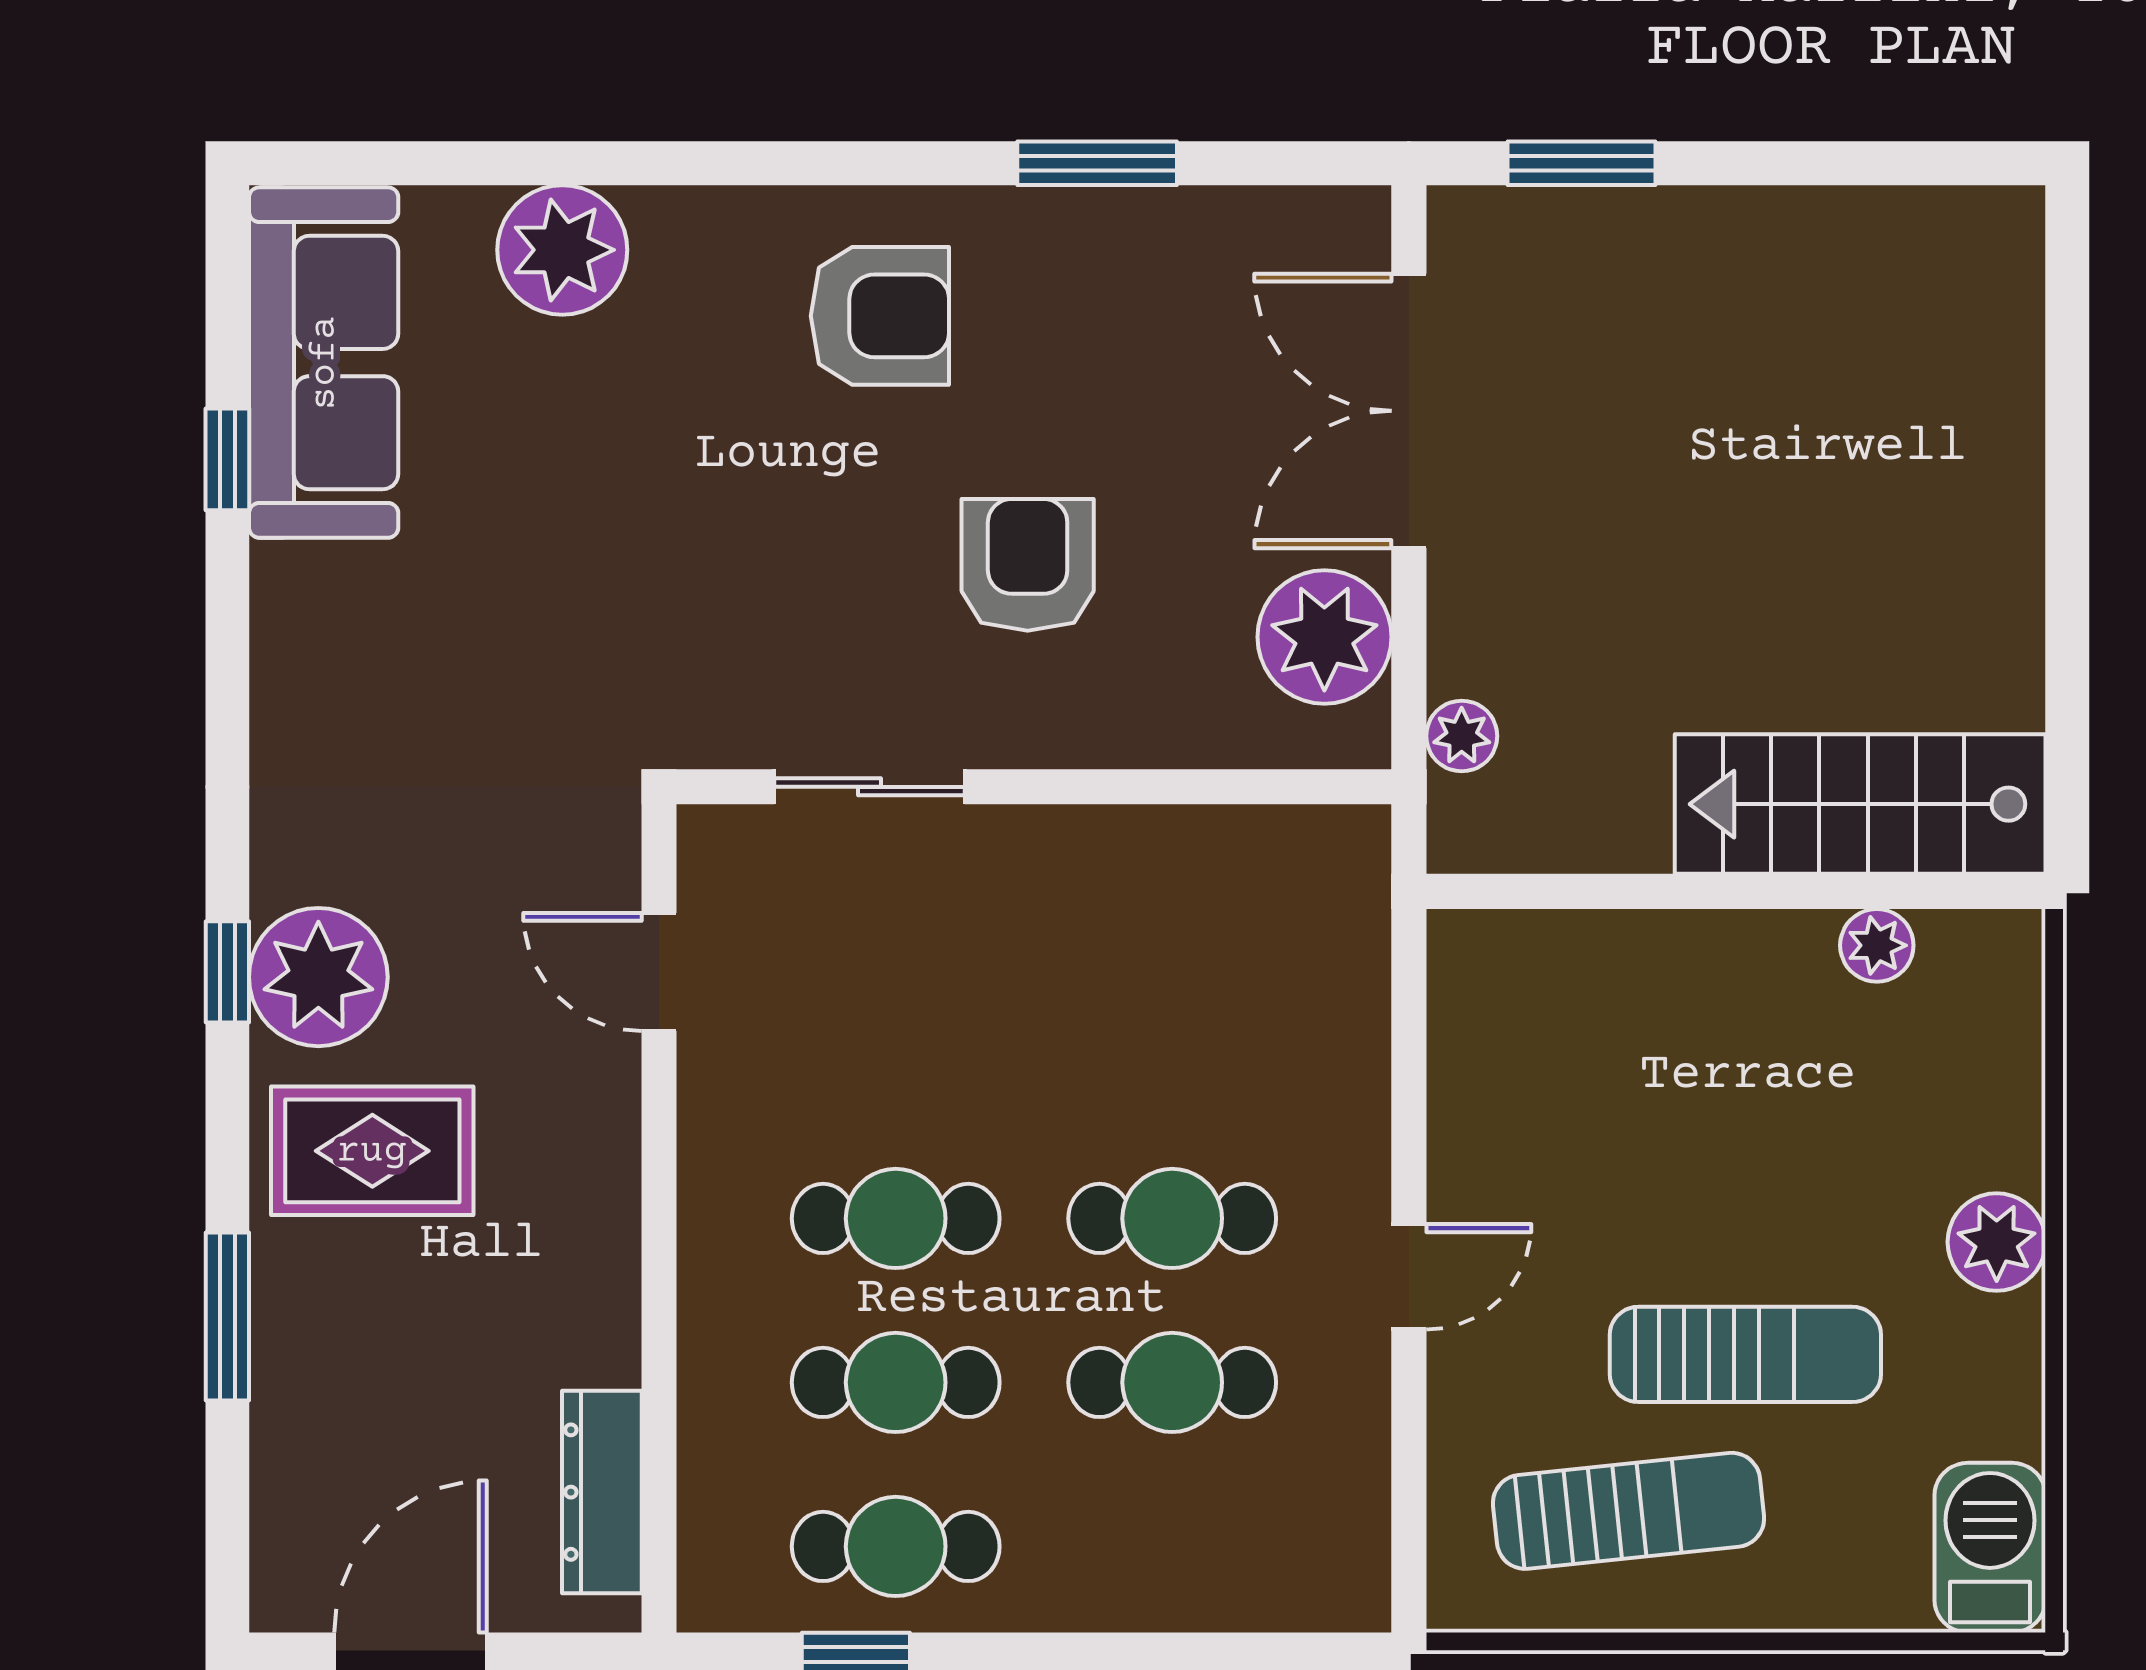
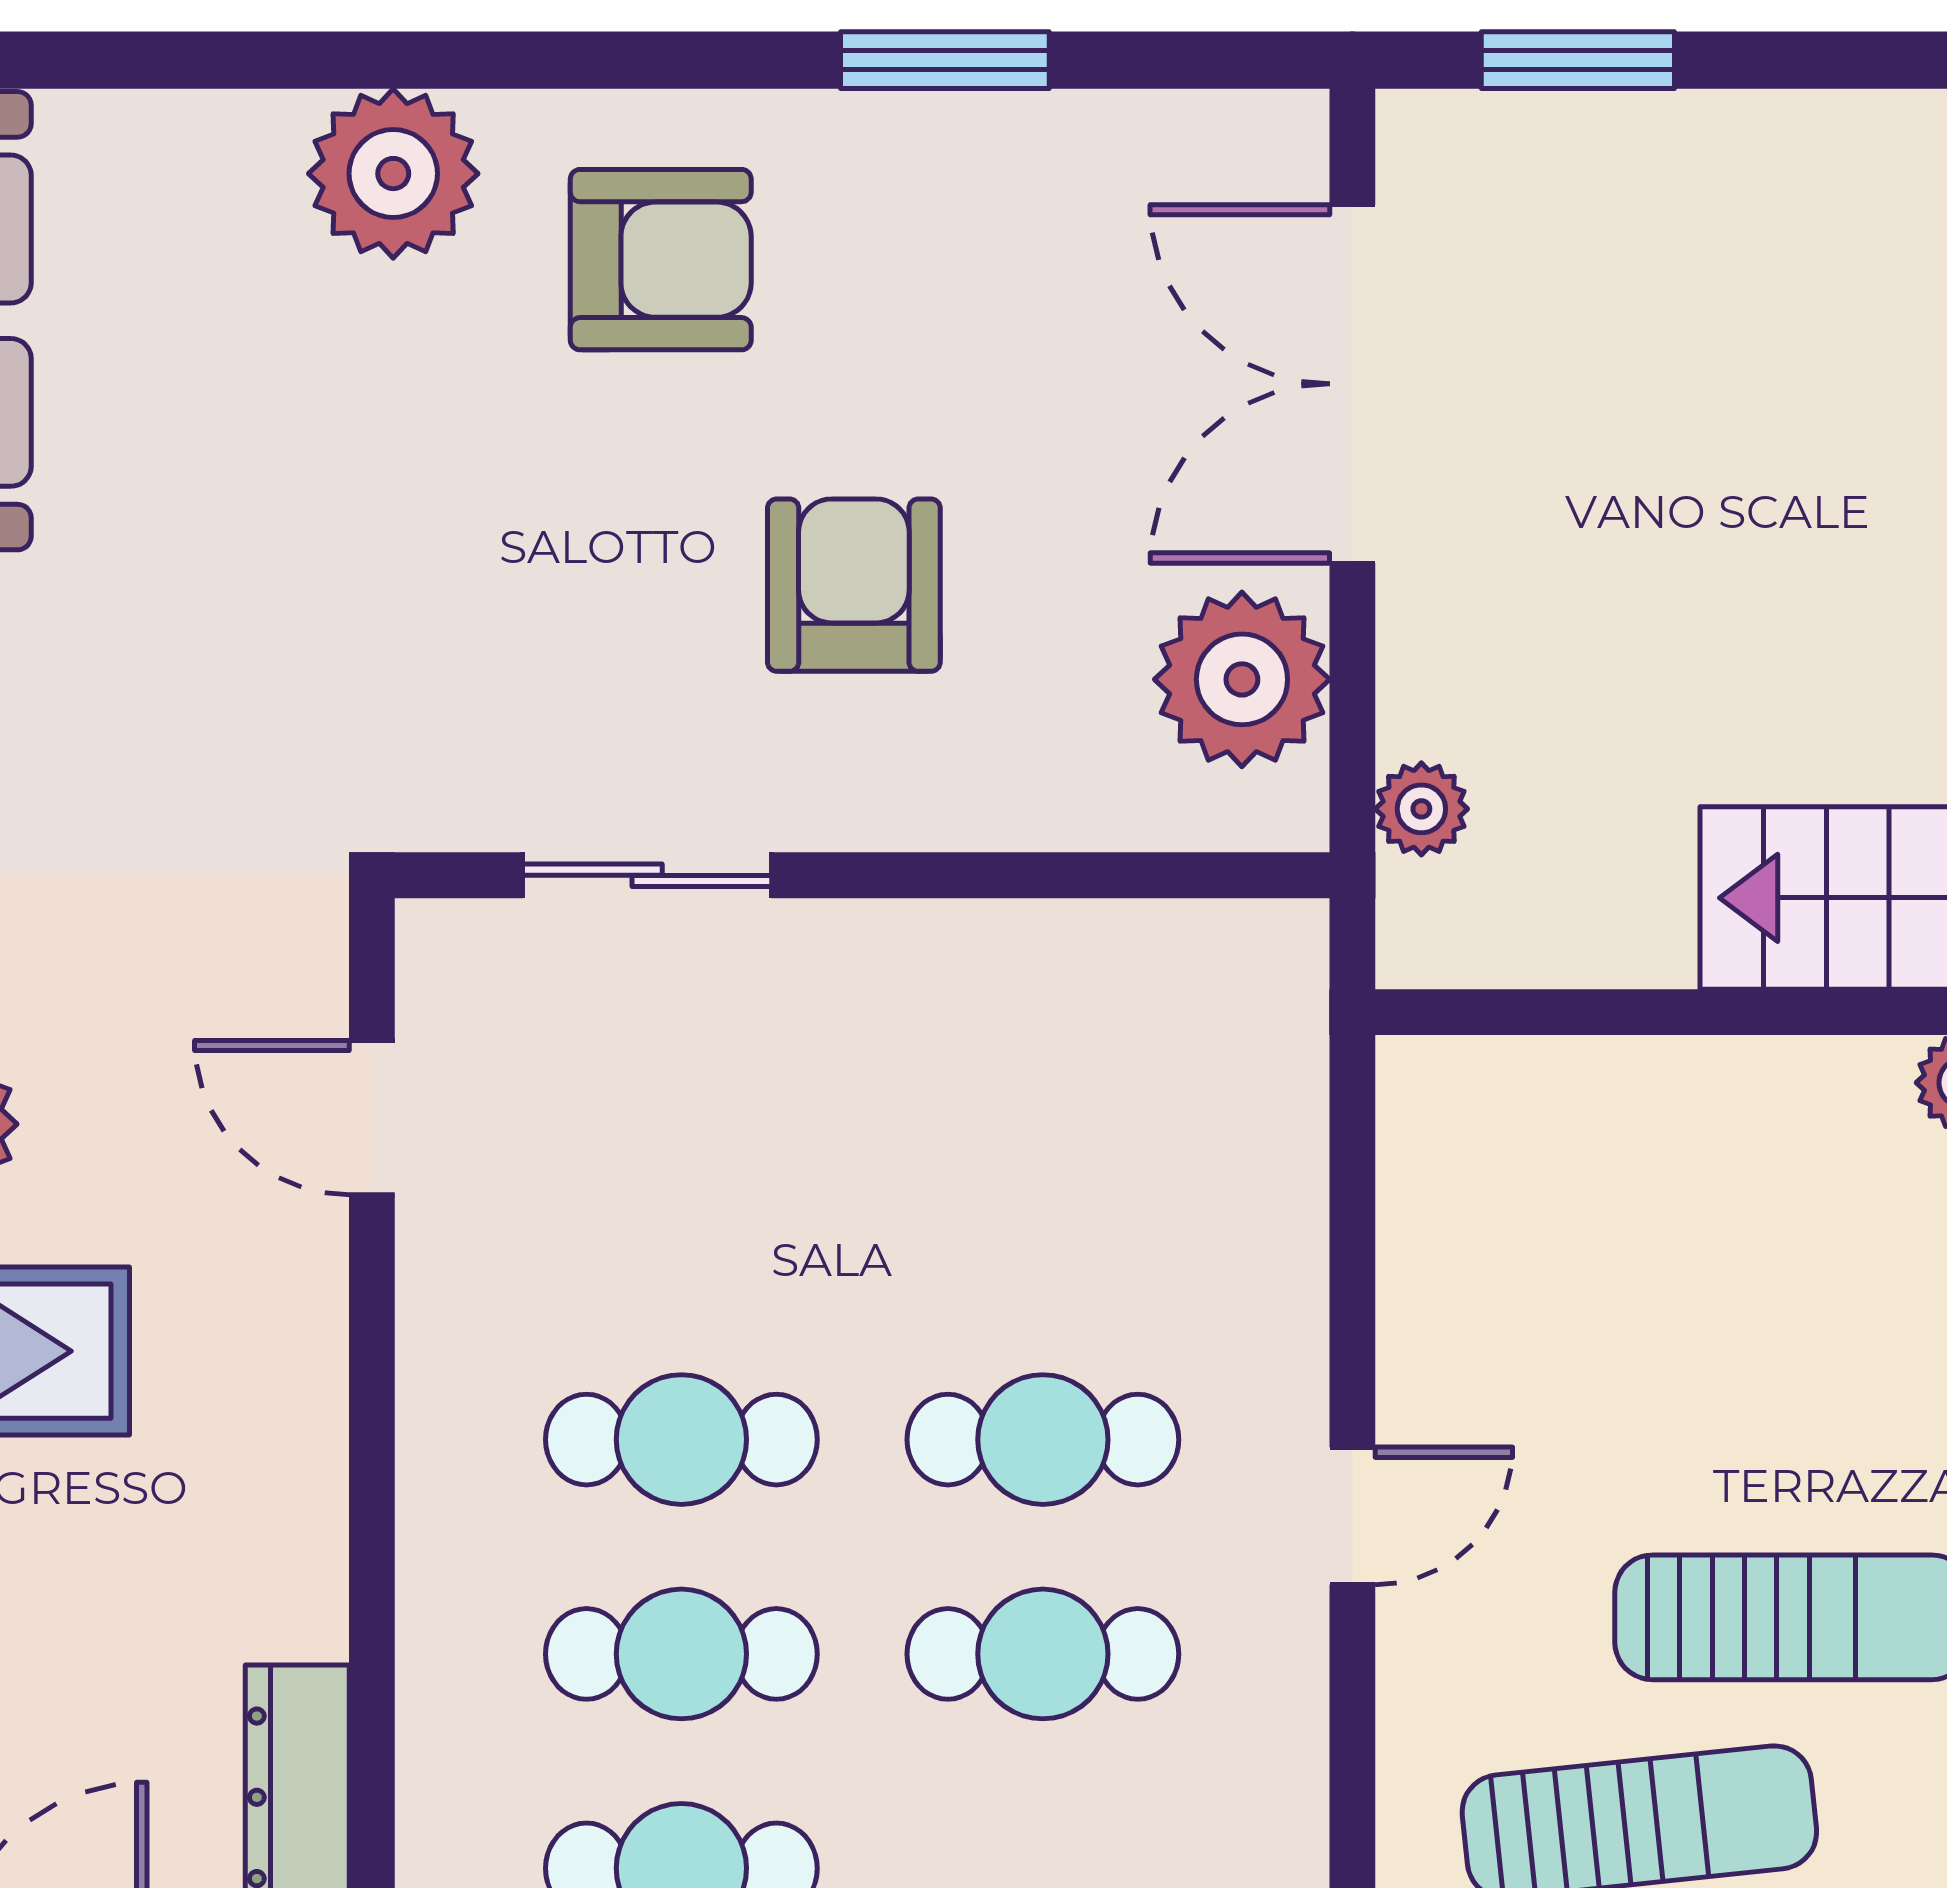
plant: (562, 250) -> (393, 174), moved

